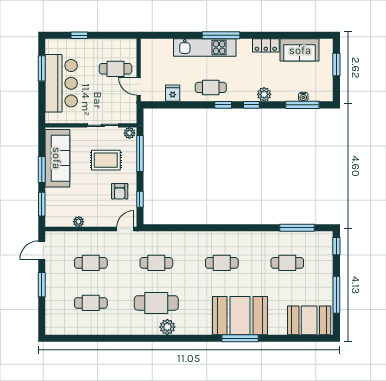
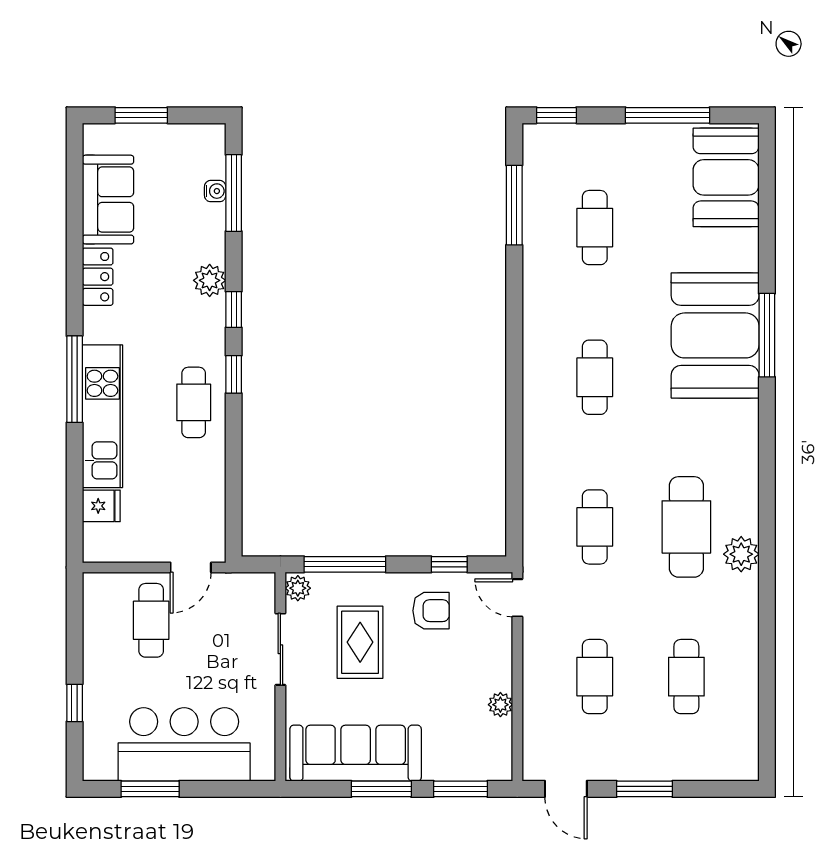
fridge: (173, 93) -> (101, 506), moved, turned 180
plant: (167, 327) -> (741, 554), moved

